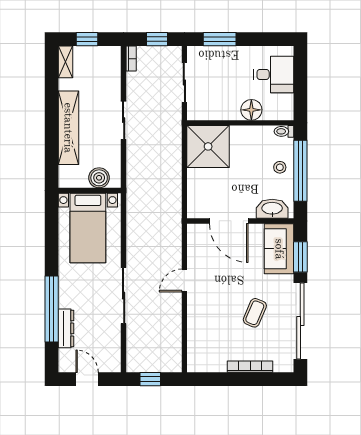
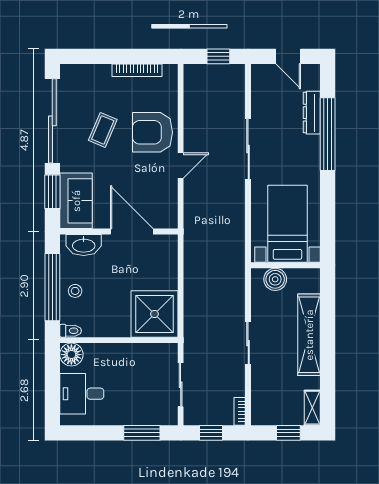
floor lamp: (251, 110) -> (71, 355), moved
armchair: (210, 311) -> (152, 132), added
bookcase: (250, 367) -> (137, 70), moved

